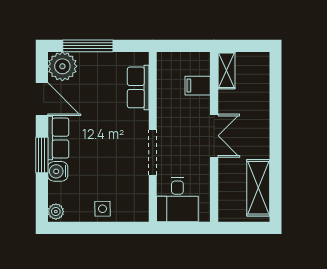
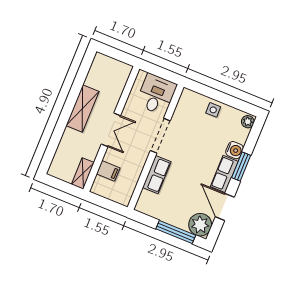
row of seats: (138, 87) -> (157, 175), moved
double door: (214, 136) -> (111, 130), swing flipped
shelving: (258, 188) -> (82, 108), moved

